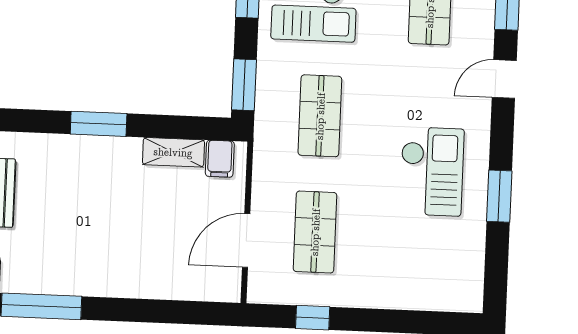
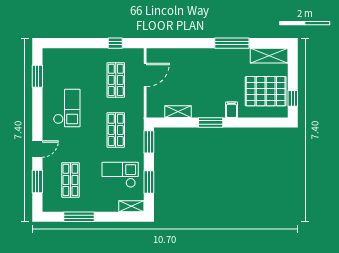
filing cabinet: (220, 159) -> (231, 110), moved
checkout: (432, 171) -> (67, 108), turned 180
window: (499, 196) -> (37, 76), moved

